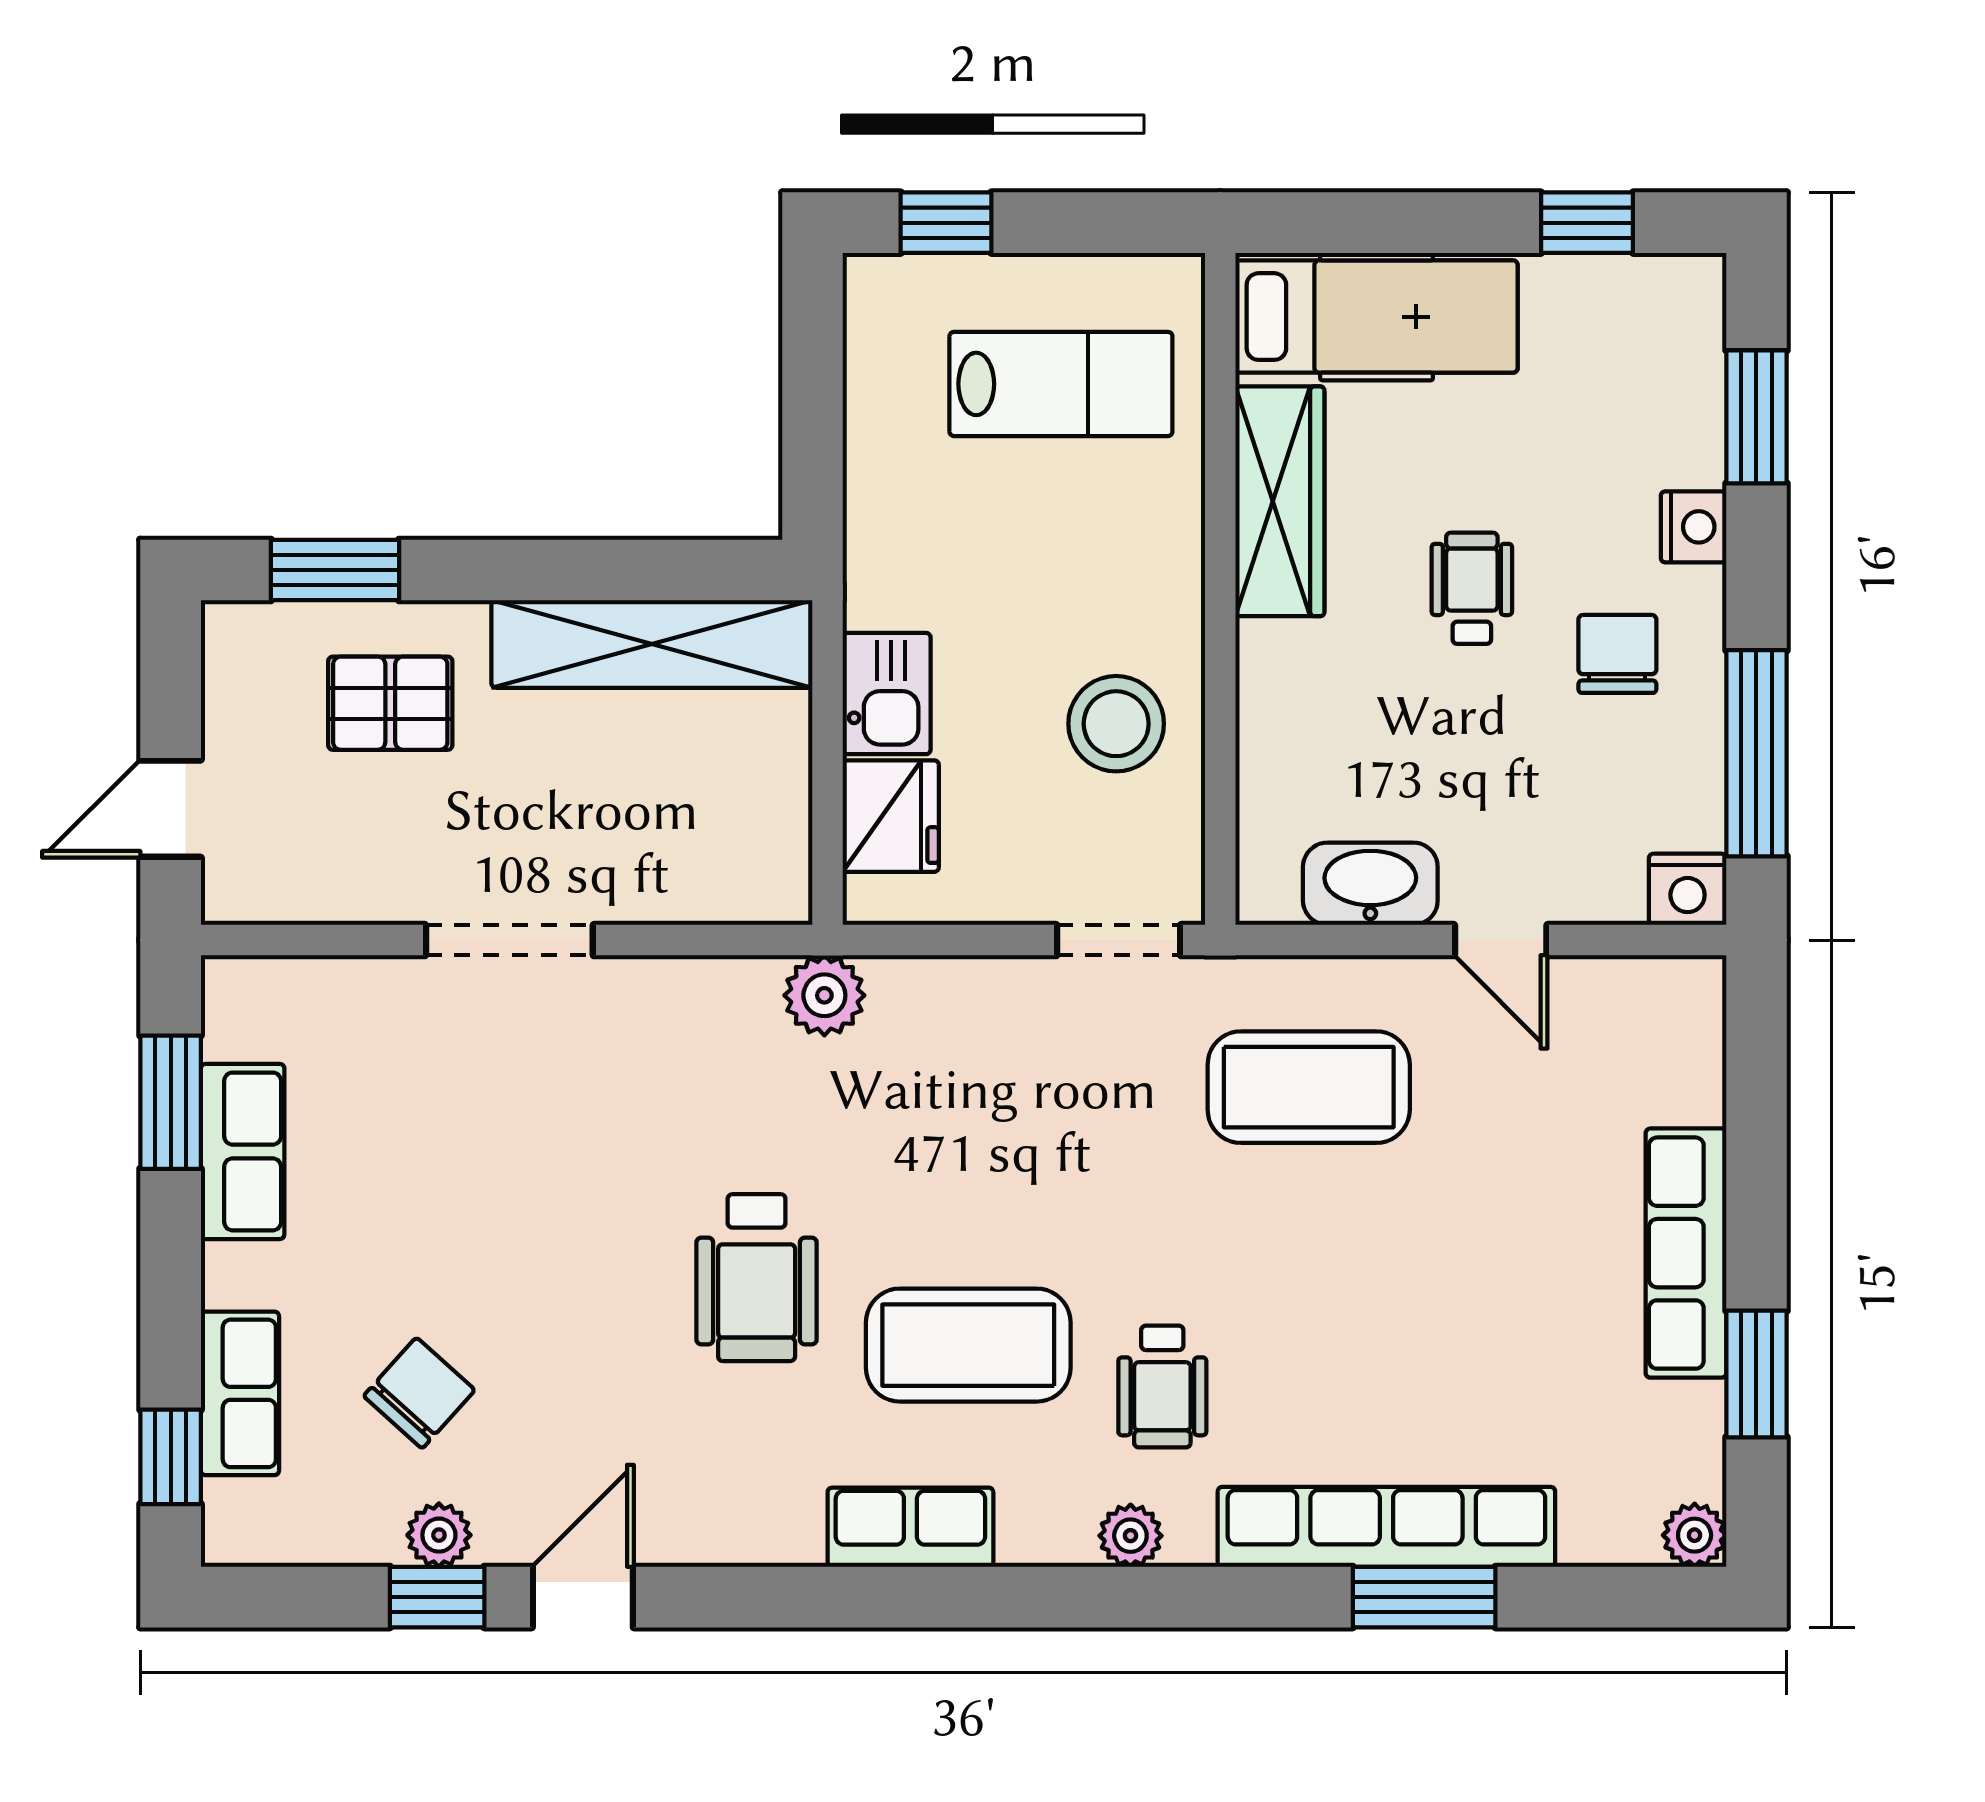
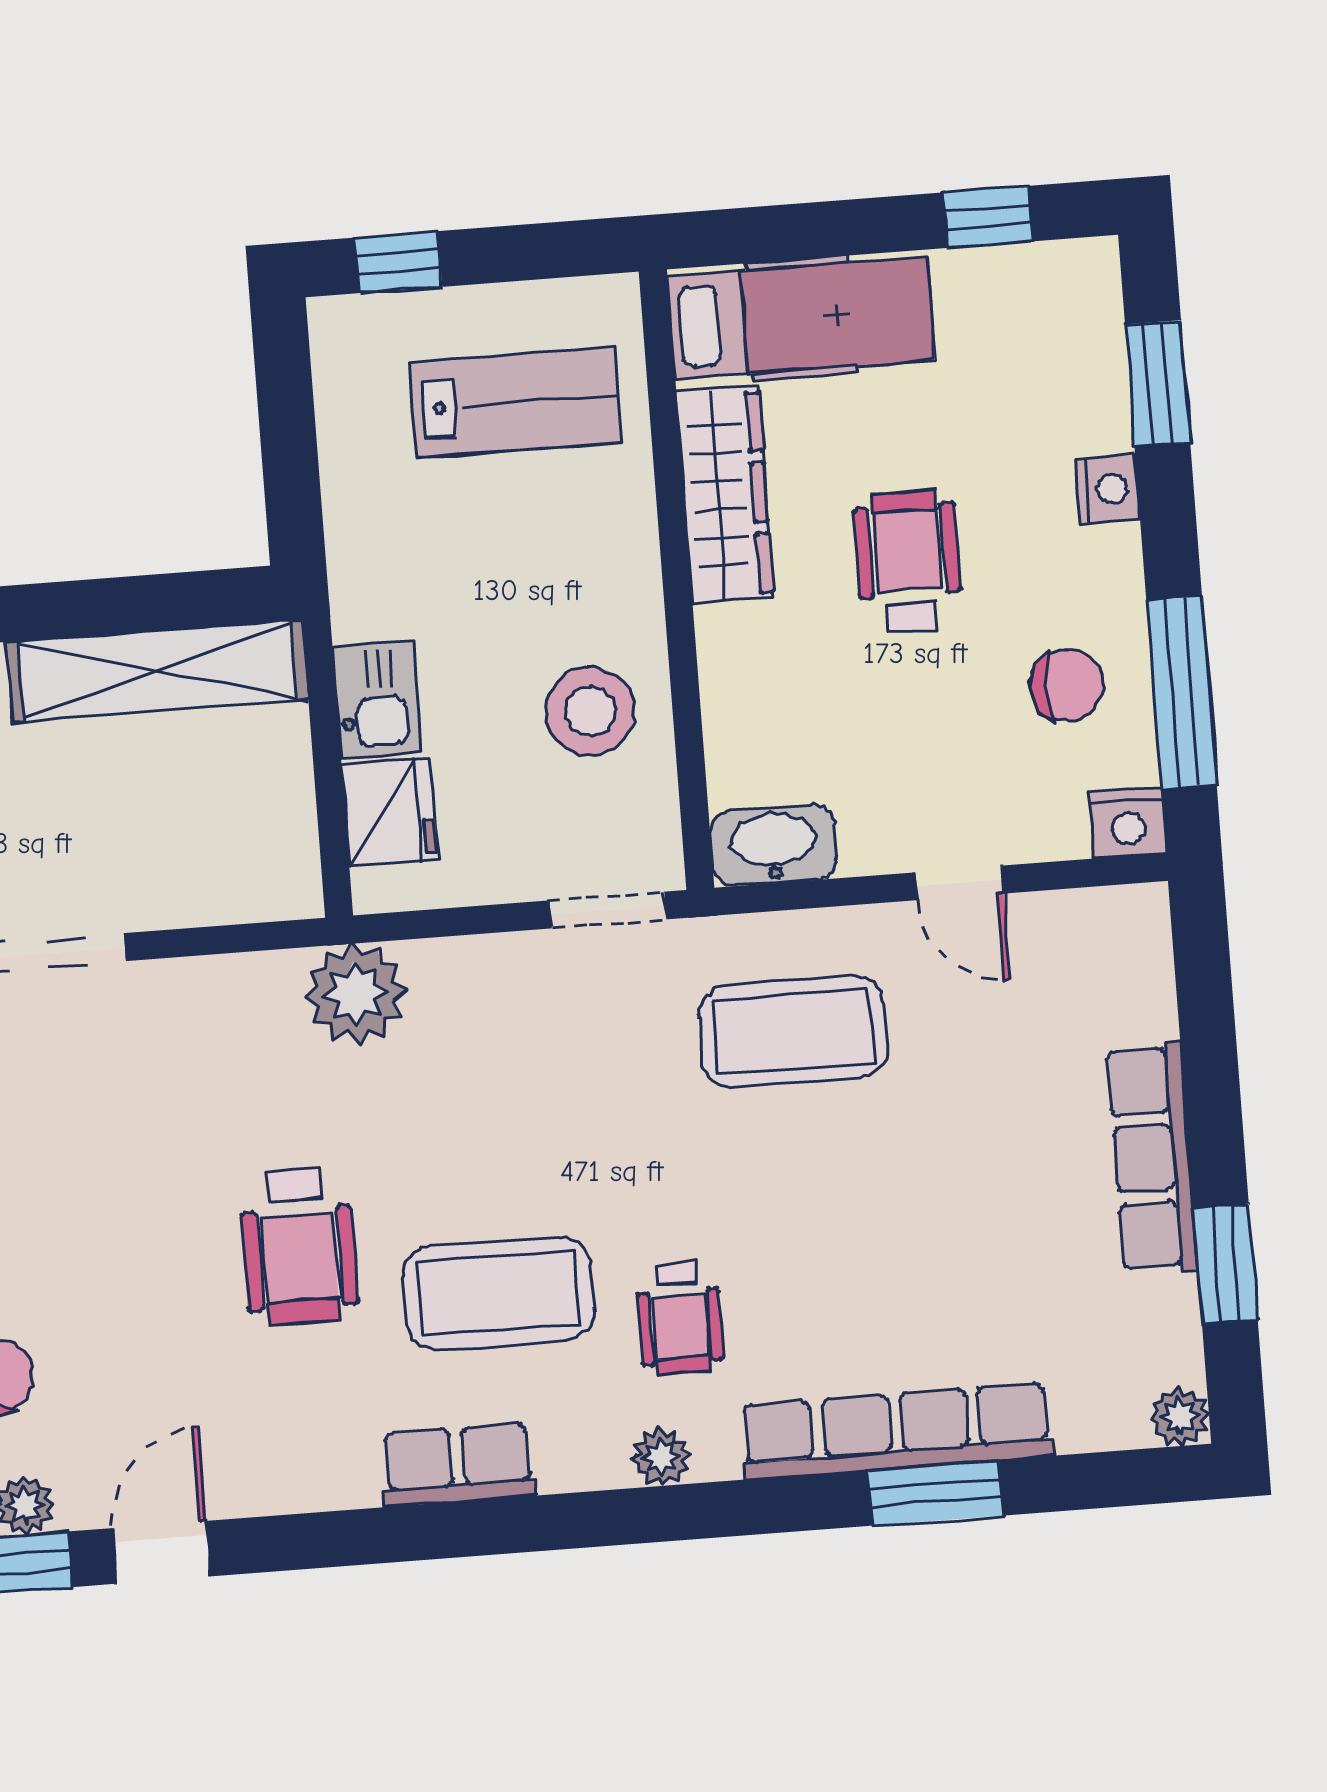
wheelchair: (1472, 588) -> (908, 561), width x1.36, depth x1.37
chair: (1617, 654) -> (1067, 685), moved, turned 90
washbasin: (1370, 884) -> (773, 845), moved
plant: (824, 995) -> (356, 994), width x1.36, depth x1.36

